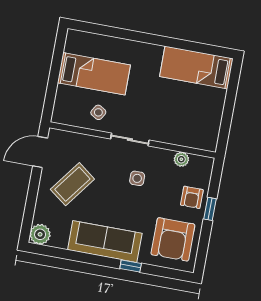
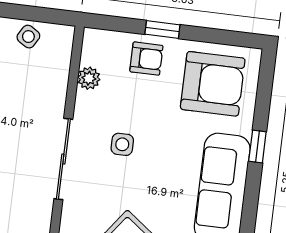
side table: (98, 112) -> (28, 37), moved
sliding door: (130, 140) -> (63, 159), width x1.37

